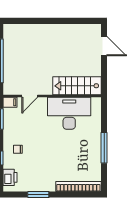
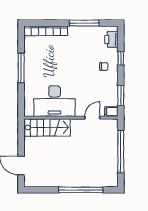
window: (42, 21) -> (81, 190), added
window: (38, 195) -> (84, 23), width x1.44

